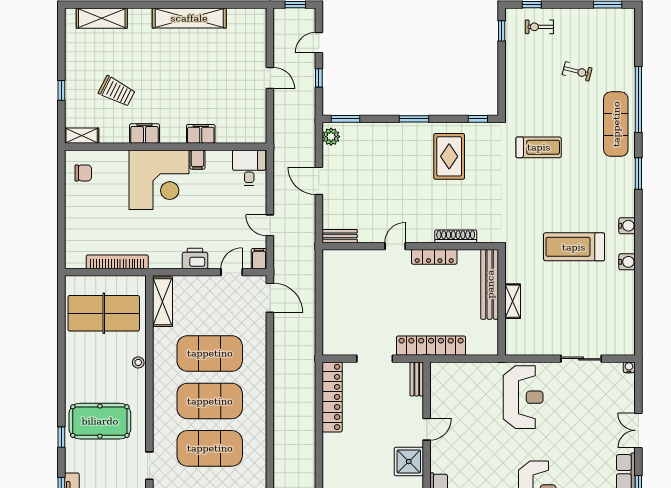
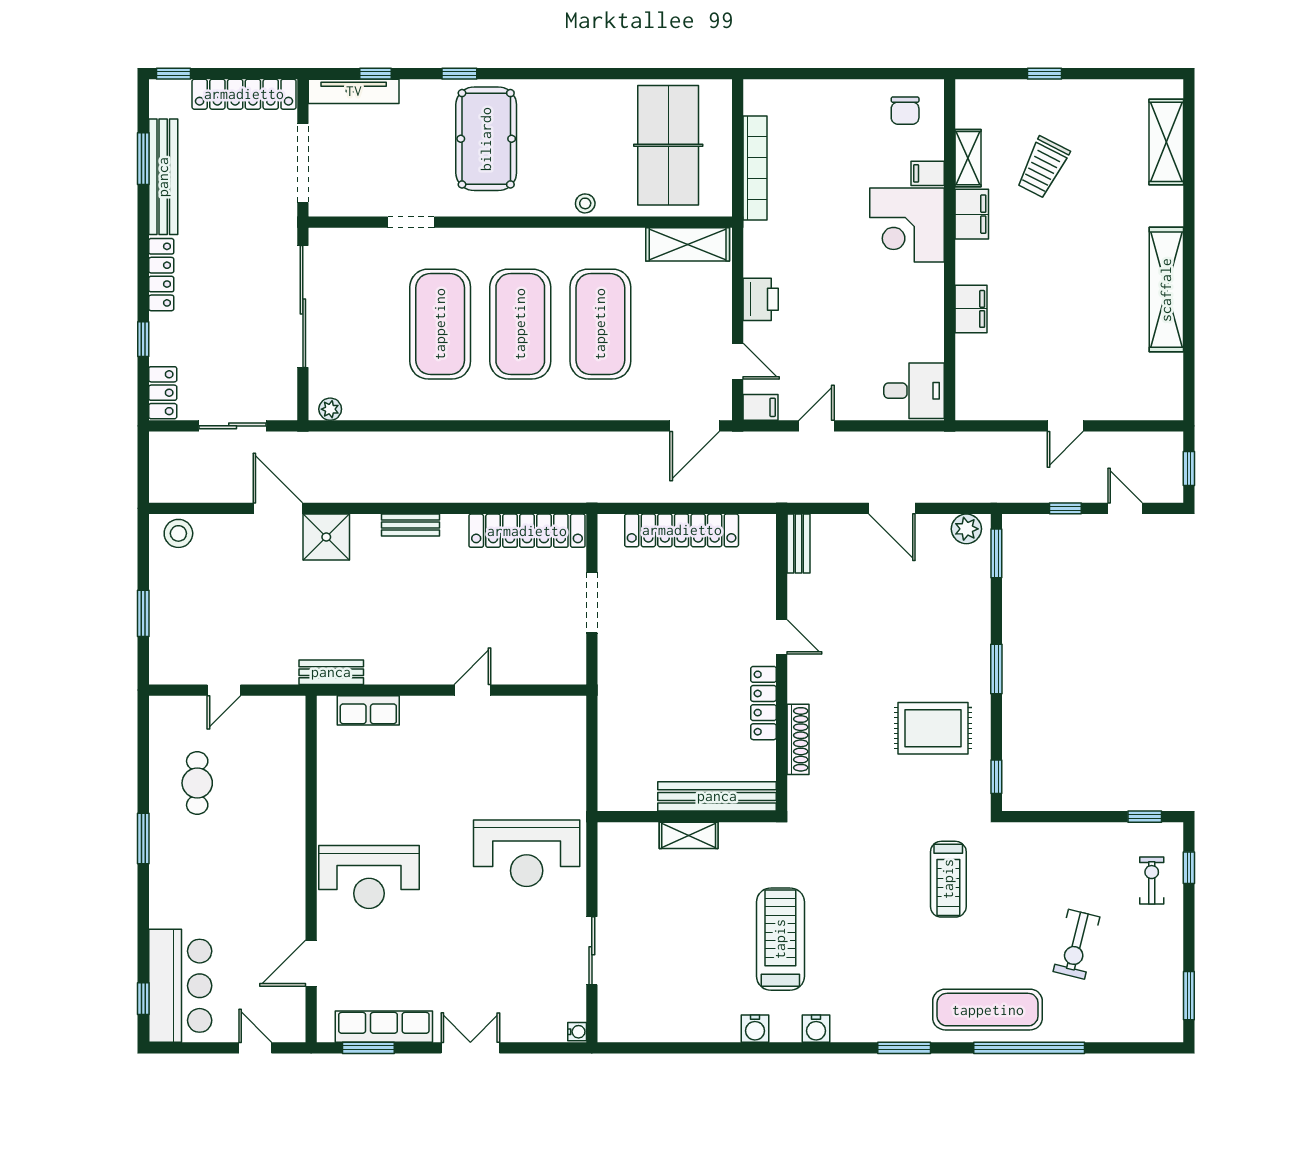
exercise bike: (577, 71) -> (1077, 944), width x1.38, depth x1.39
shelving: (82, 136) -> (968, 158), moved
filing cabinet: (197, 160) -> (928, 173), moved
corner desk: (159, 180) -> (907, 225), width x0.74, depth x0.74
door: (319, 181) -> (892, 508), swing flipped
locker: (431, 346) -> (682, 530), moved, turned 90
bench: (417, 379) -> (410, 525), moved
door: (427, 429) -> (472, 690), swing flipped
shower: (409, 461) -> (418, 660), removed

